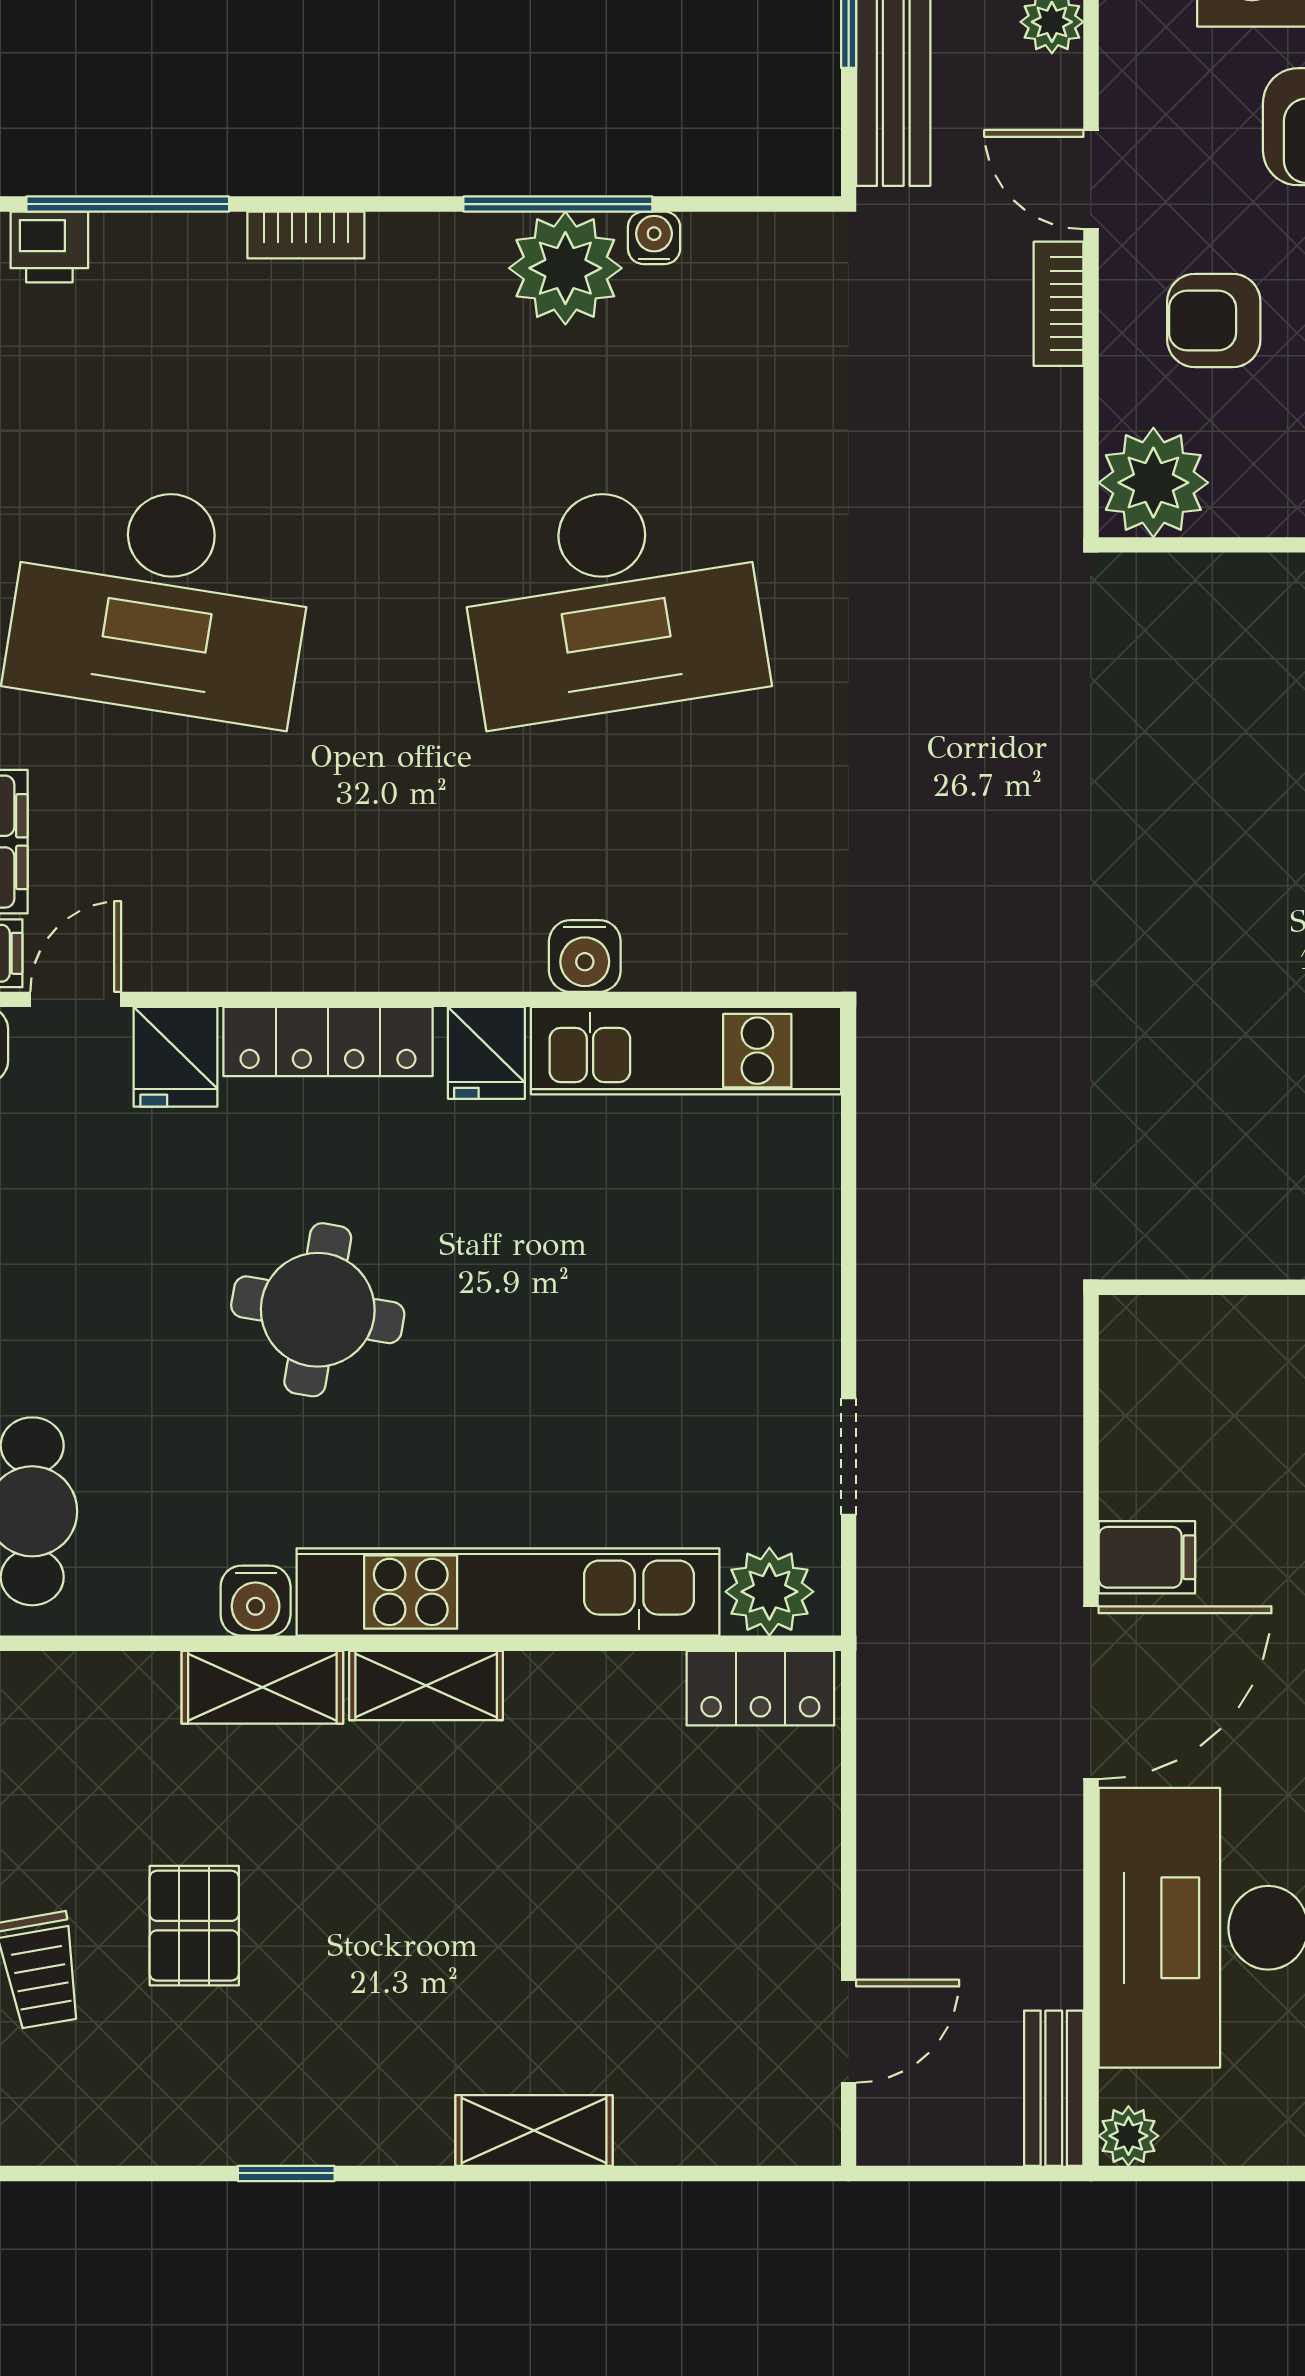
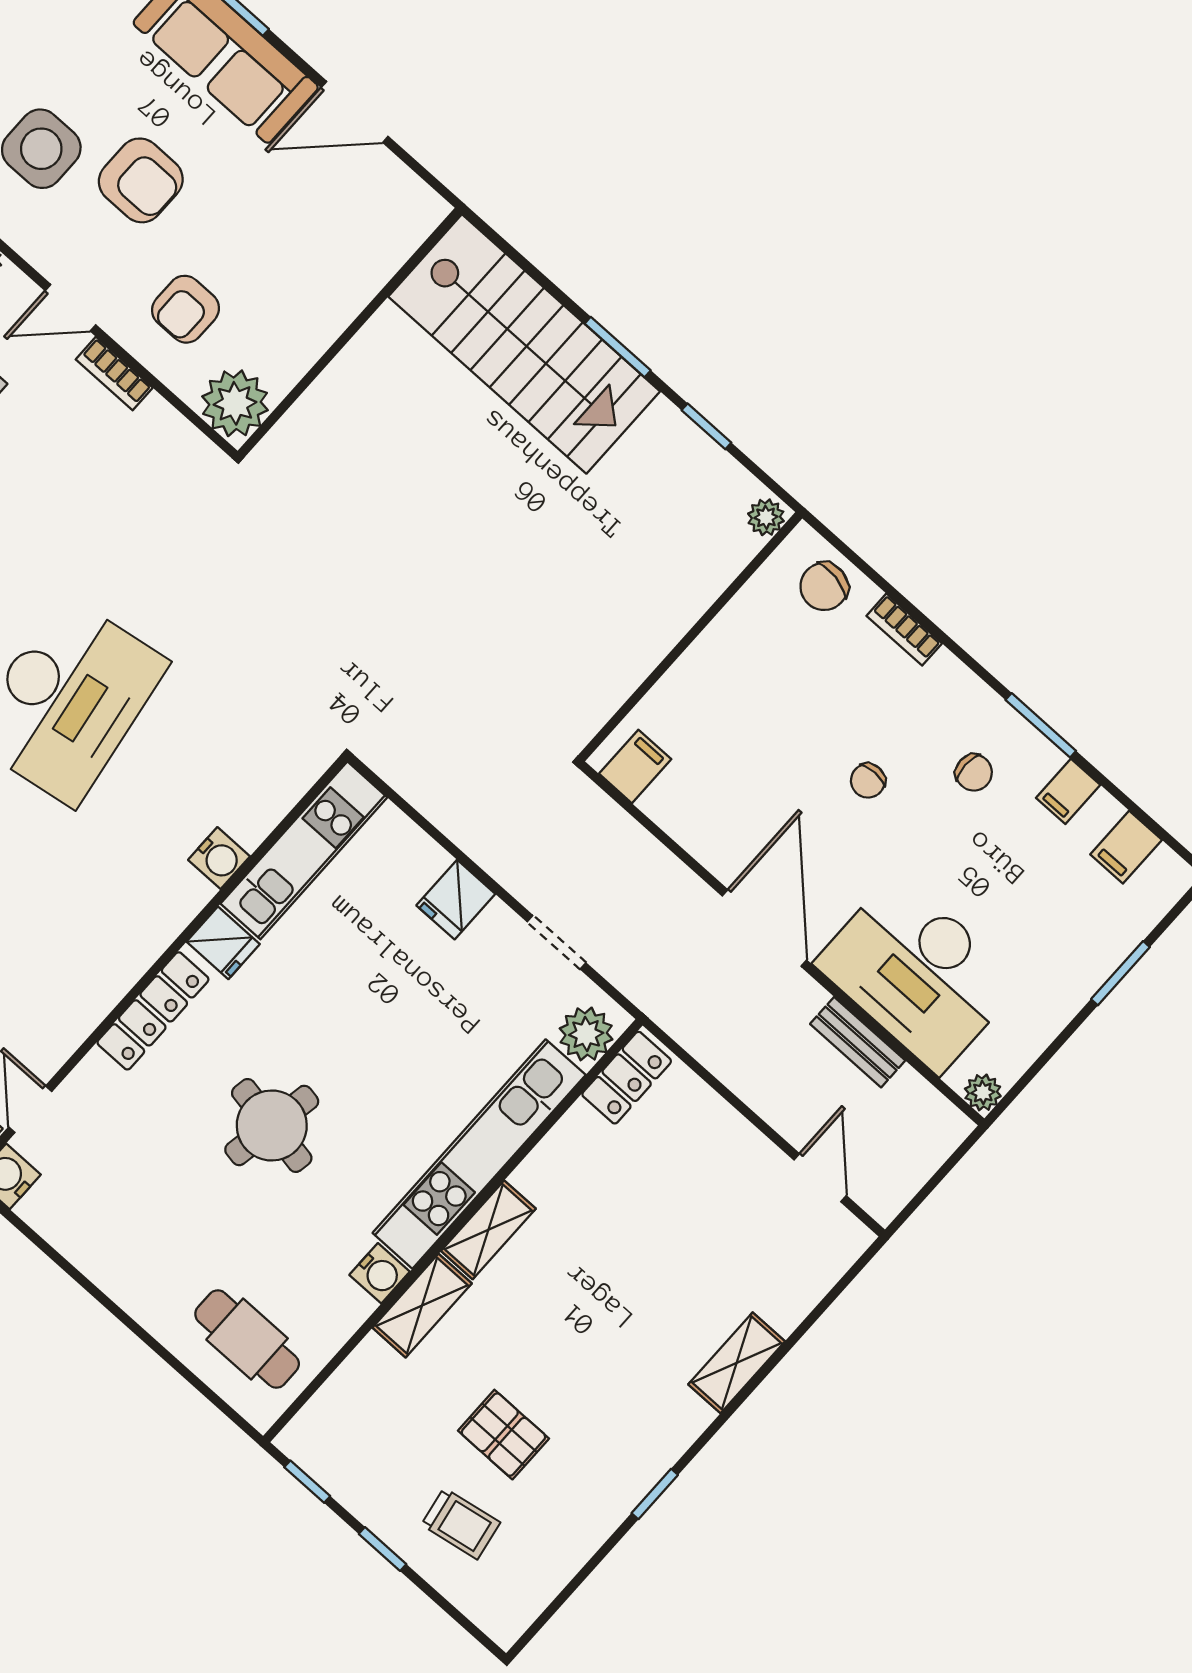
fridge: (176, 1057) -> (456, 900), moved, turned 90
filing cabinet: (1147, 1557) -> (635, 766), moved
bench: (1054, 2088) -> (858, 1042), moved

